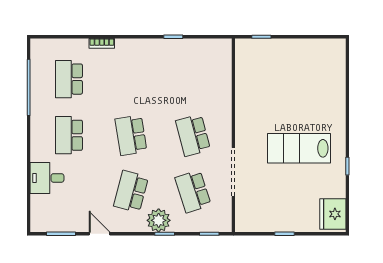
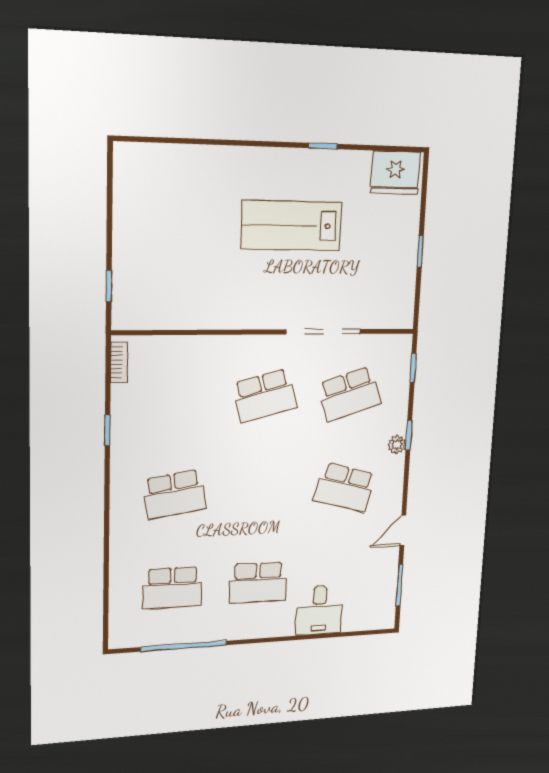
bookcase: (102, 43) -> (119, 362), moved
school desk: (131, 135) -> (174, 494), moved
lab bench: (299, 148) -> (292, 226), turned 90
plant: (159, 220) -> (397, 445), width x0.53, depth x0.53

